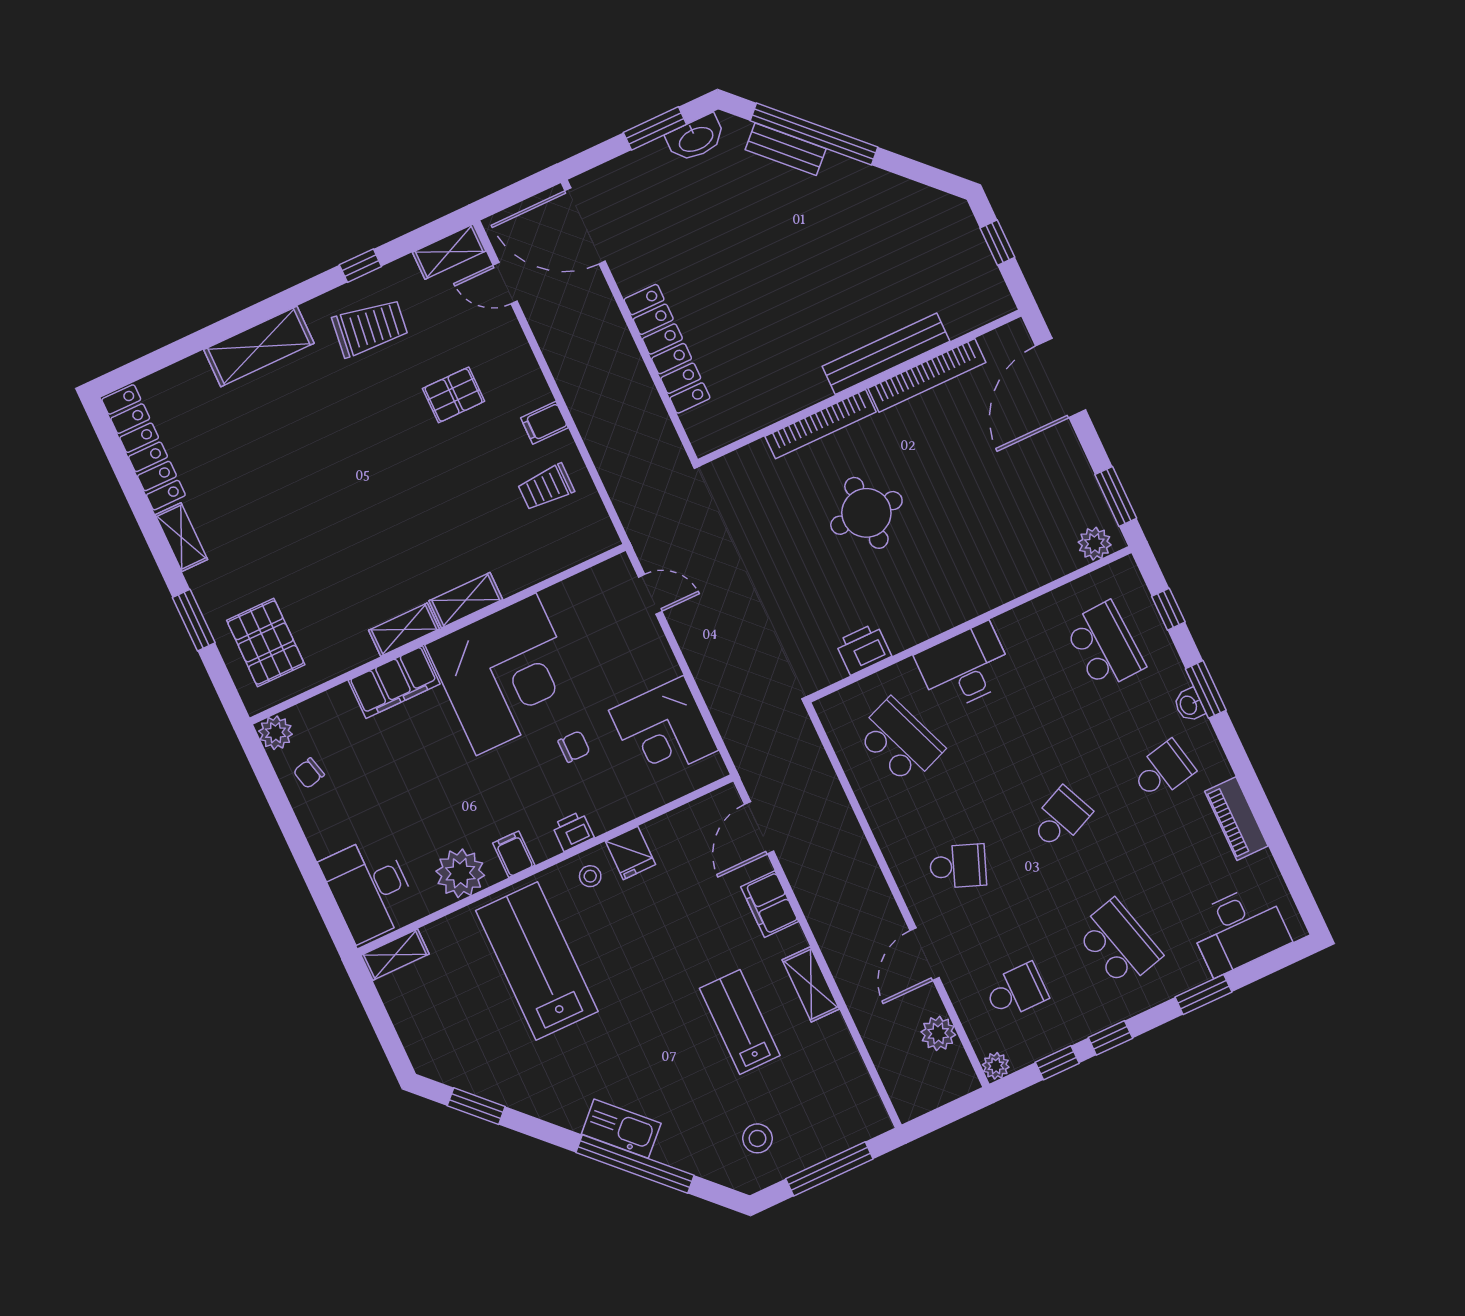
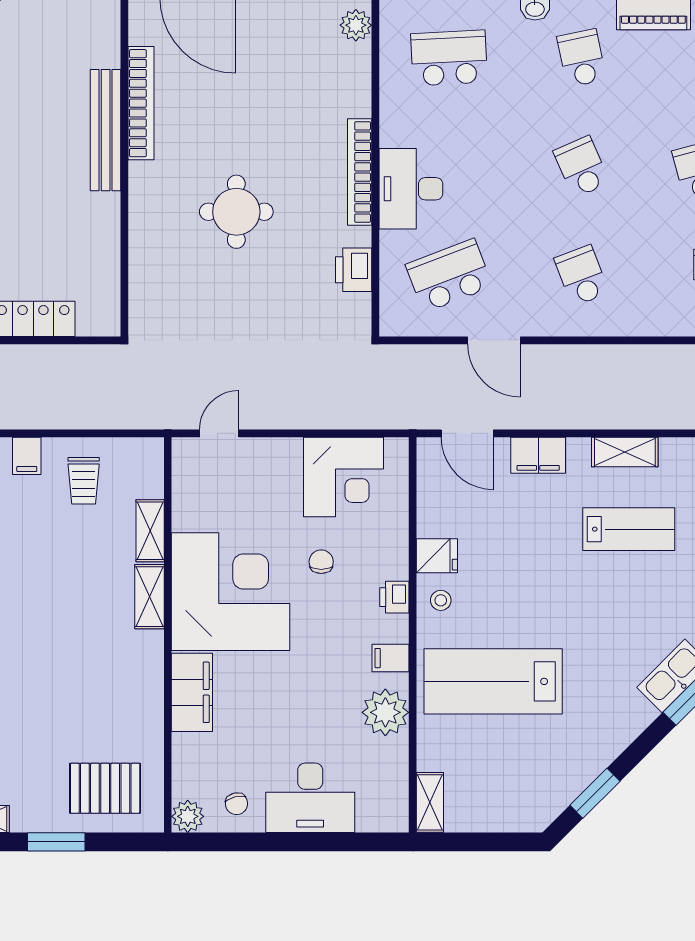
bookcase: (821, 424) -> (360, 172), moved, turned 180
shelving: (404, 630) -> (150, 531), moved
school desk: (958, 866) -> (582, 276), turned -42
desk: (370, 889) -> (310, 798), moved
door: (925, 954) -> (494, 340), moved
lab bench: (740, 1022) -> (629, 529), turned 180

